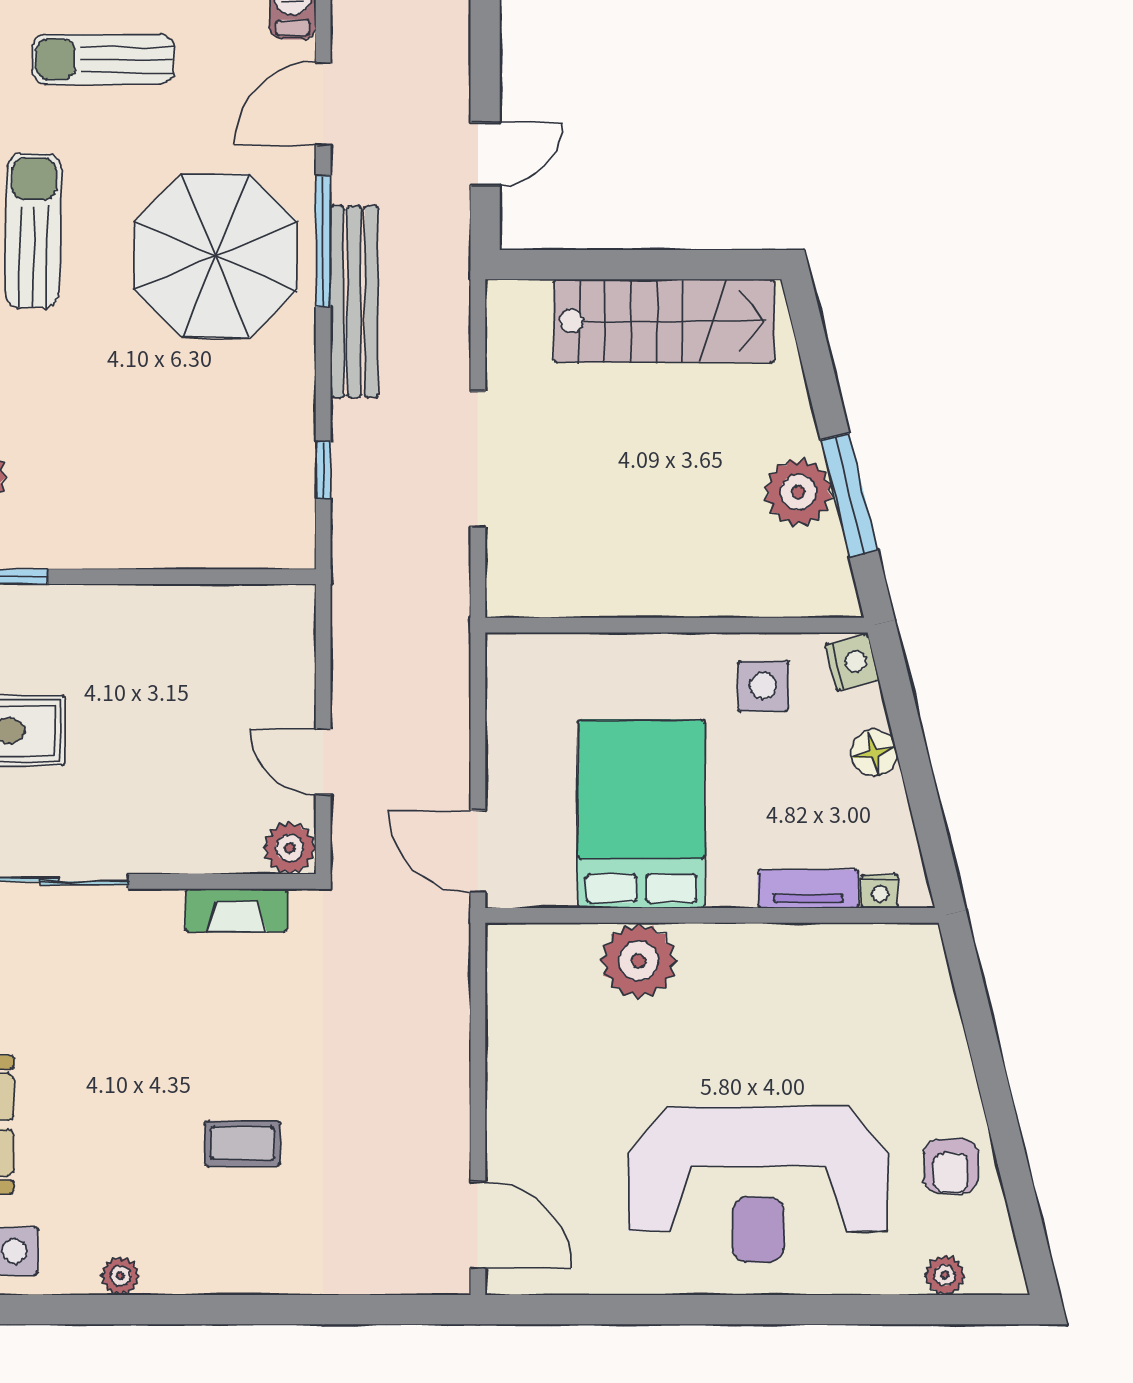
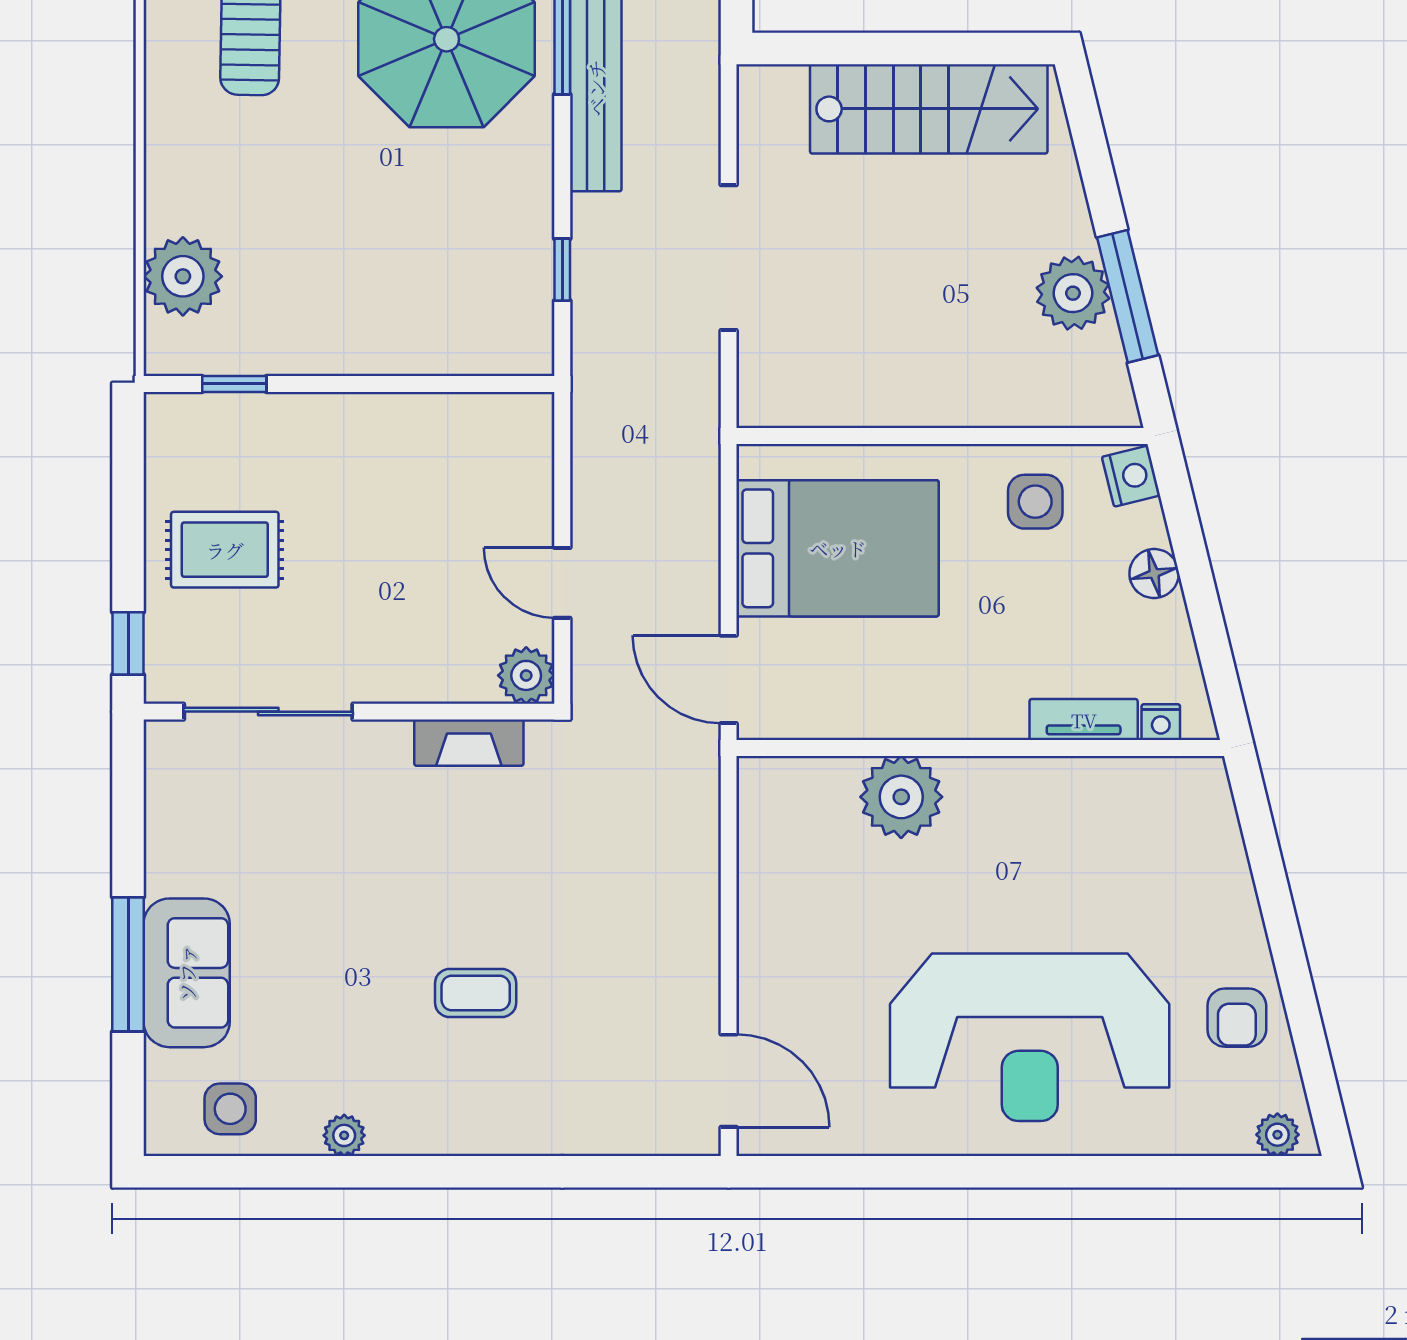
bed: (641, 814) -> (838, 548), moved, turned 90
plant: (945, 1275) -> (1277, 1135), moved

